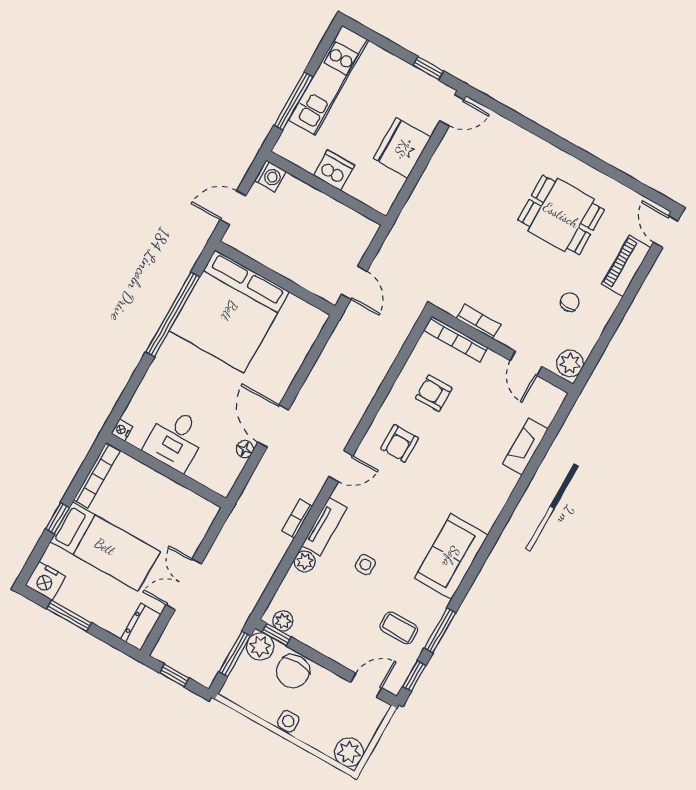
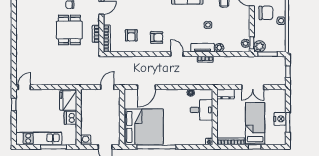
door: (452, 110) -> (24, 87), hinge flipped
fridge: (402, 148) -> (68, 100), moved, turned 90
dining table: (561, 215) -> (69, 30), moved
door: (273, 426) -> (147, 87), moved
desk: (175, 439) -> (201, 110), moved
nightstand: (46, 581) -> (280, 119), moved
dresser: (141, 627) -> (226, 94), moved
chair: (293, 671) -> (266, 13), moved

